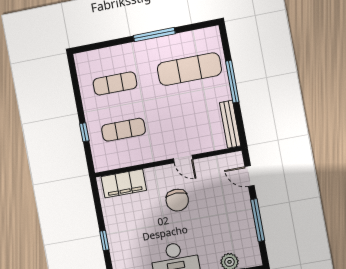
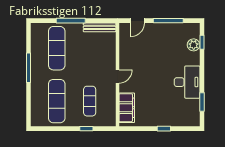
exercise mat: (115, 84) -> (57, 101), width x1.36, depth x1.45
door: (183, 159) -> (117, 76), moved
chair: (177, 200) -> (145, 73), removed

